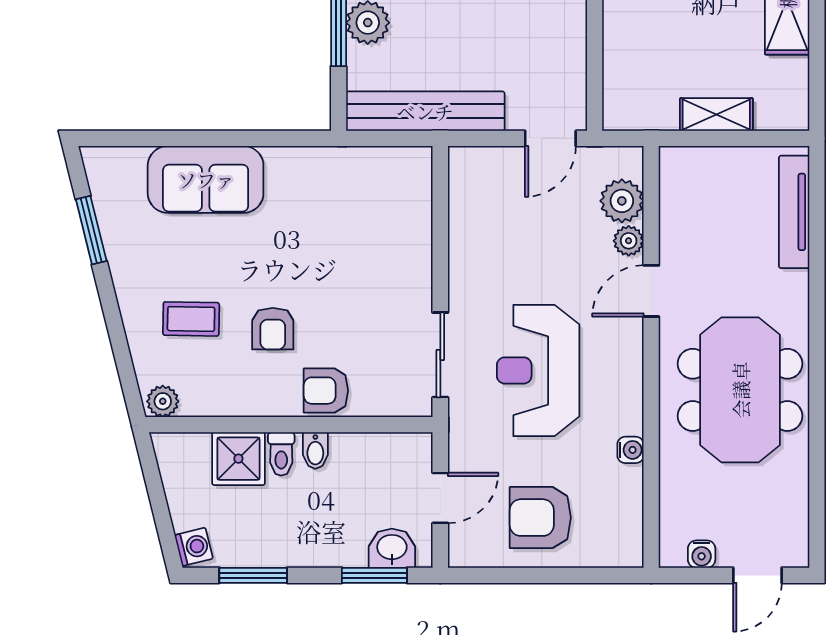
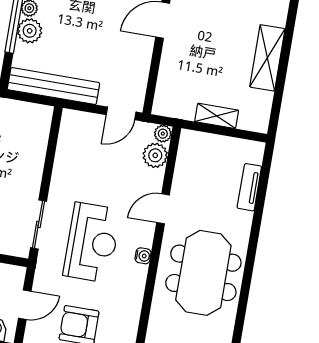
tv unit: (794, 212) -> (249, 187), width x0.71
plant: (629, 241) -> (163, 134), moved
reception desk: (538, 370) -> (92, 243), turned 180
water cooler: (630, 450) -> (143, 256), moved

